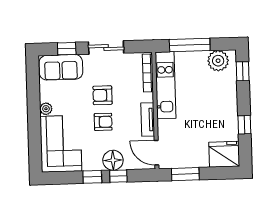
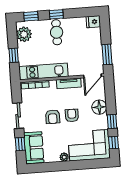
window: (190, 45) -> (14, 55), width x0.46
cafe table: (219, 106) -> (57, 32), added
window: (244, 125) -> (56, 14), moved
fridge: (224, 154) -> (93, 22), width x0.53, depth x0.75
window: (118, 176) -> (114, 143), moved

